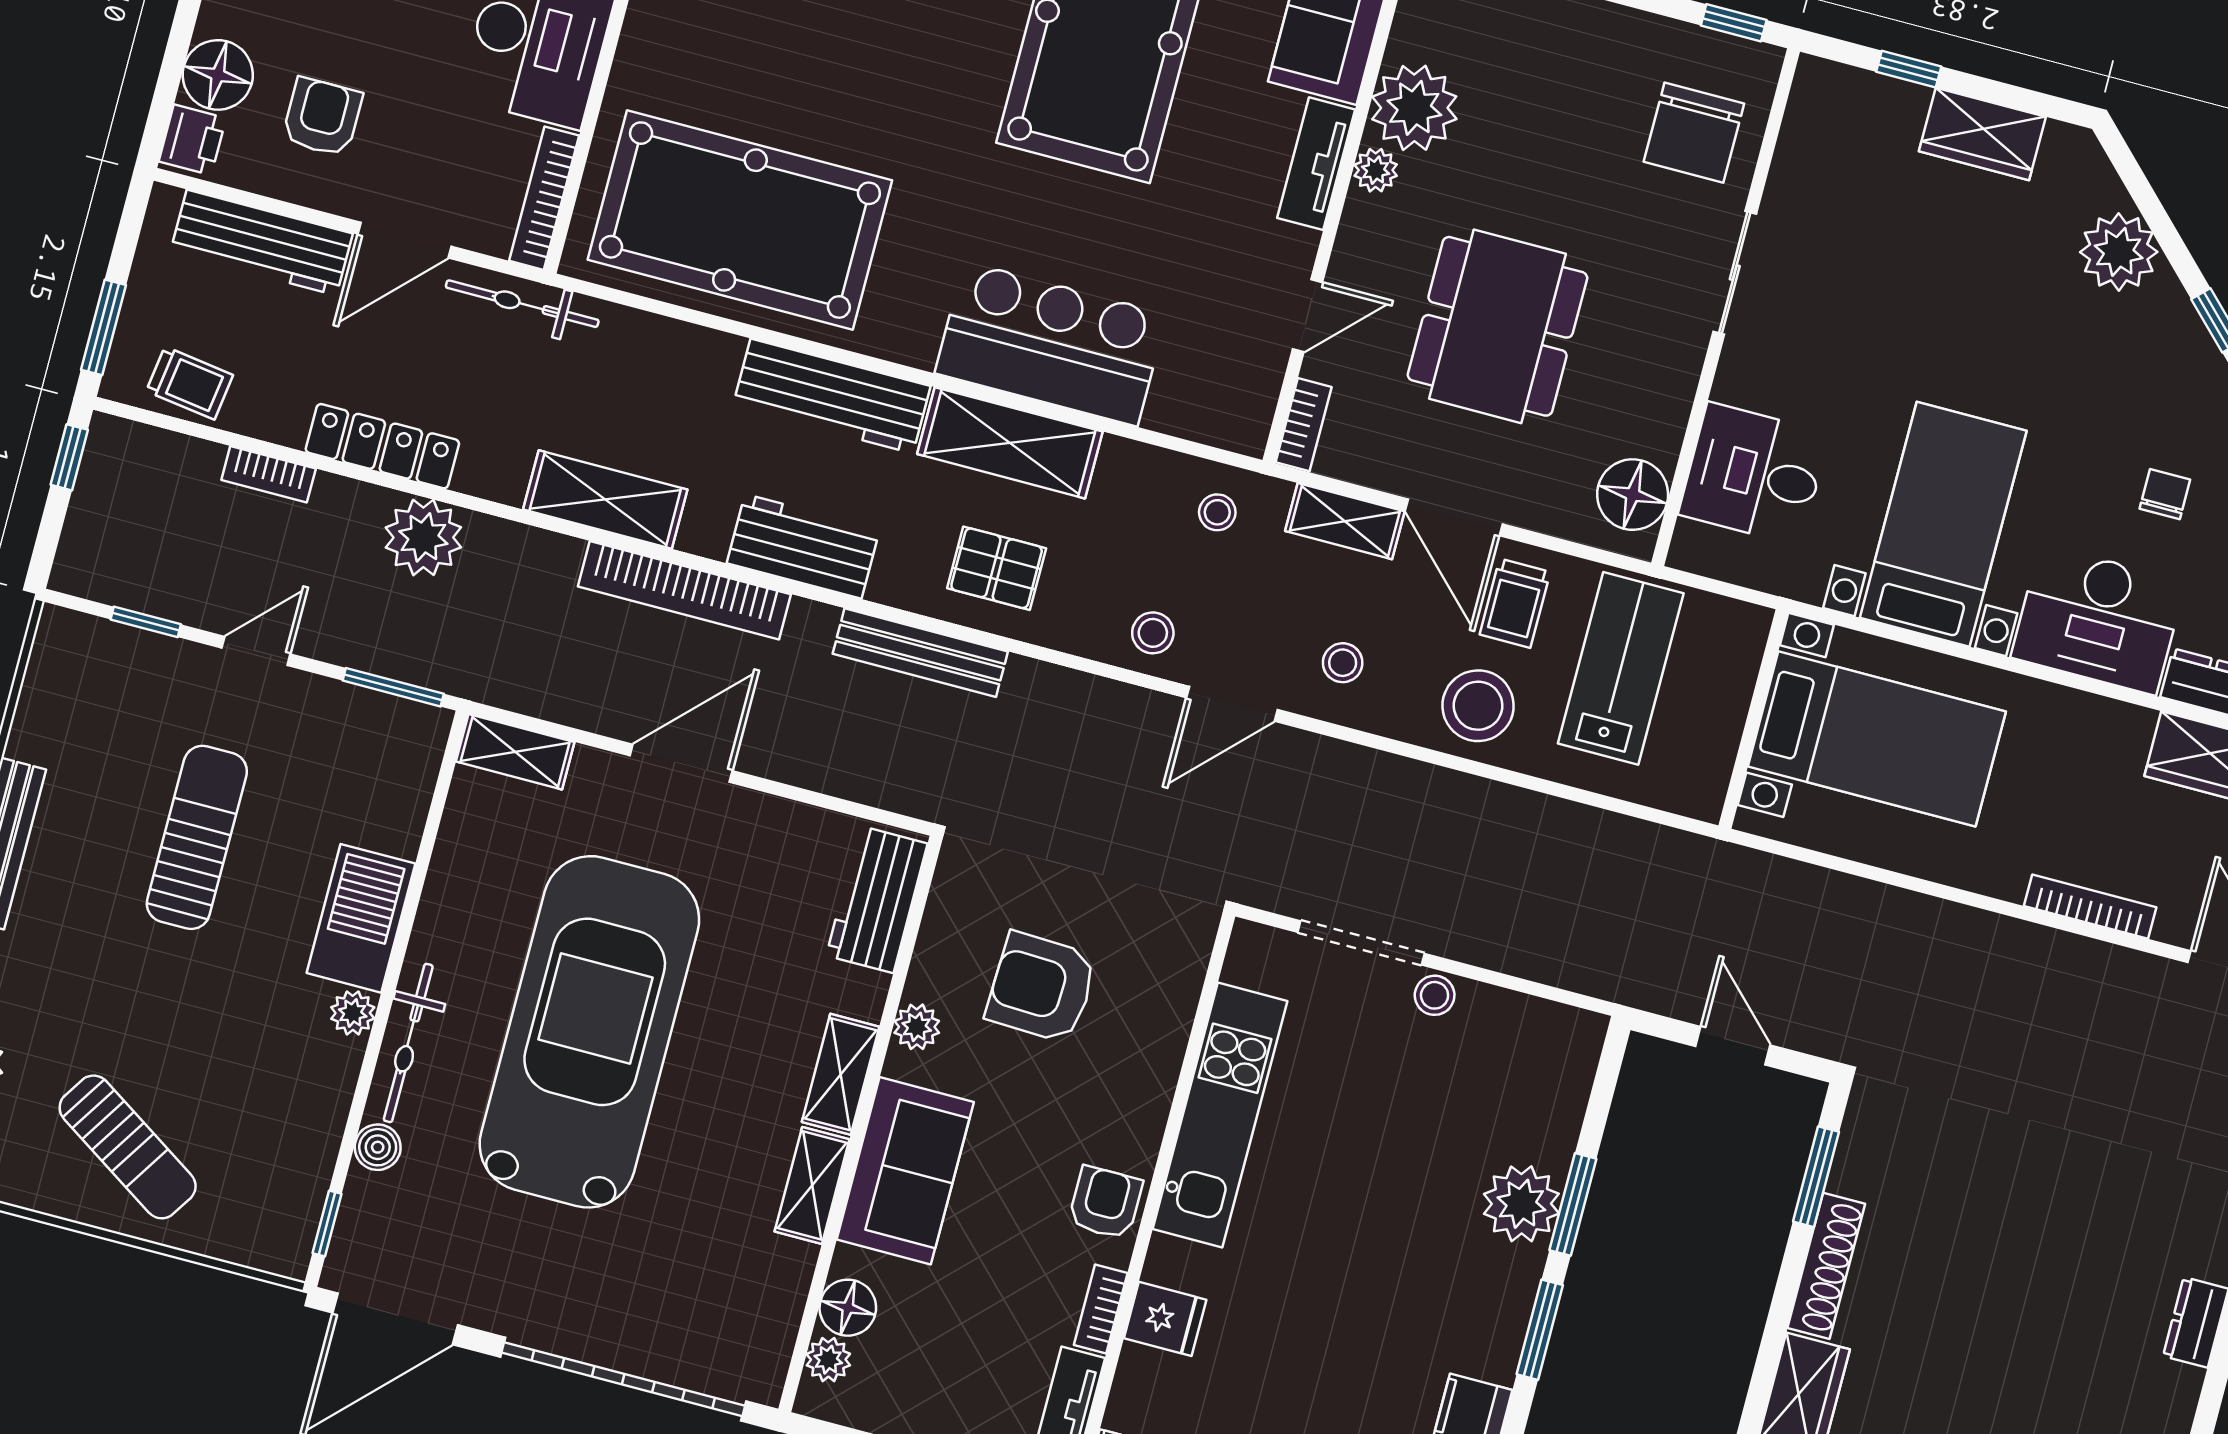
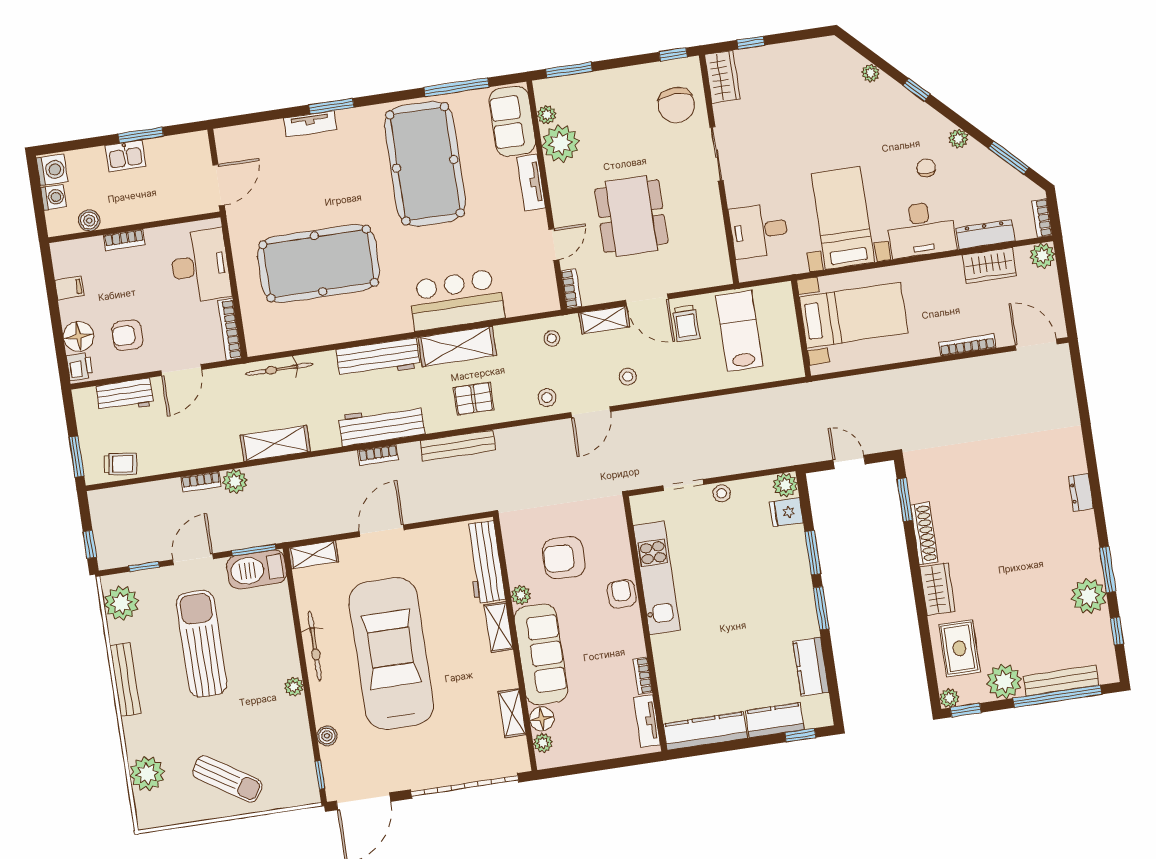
armchair: (322, 117) -> (127, 335), turned -90
wardrobe: (1982, 134) -> (722, 77), moved, turned -90
plant: (1376, 170) -> (547, 115), moved
pool table: (740, 220) -> (319, 264), moved
workbench: (262, 243) -> (125, 396), width x0.73
plant: (2119, 252) -> (871, 73), width x0.53, depth x0.53
bicycle: (522, 304) -> (279, 369), moved
locker: (382, 446) -> (208, 456), removed
window: (69, 457) -> (90, 544), moved
bookcase: (269, 474) -> (201, 482), moved
floor lamp: (1633, 495) -> (714, 260), removed
shelving: (605, 499) -> (275, 443), moved
plant: (423, 537) -> (235, 481), width x0.73, depth x0.73
workbench: (803, 546) -> (382, 425), width x1.38
bookcase: (684, 590) -> (378, 455), width x0.43, depth x0.76
door: (256, 651) -> (193, 559), width x1.38
plant: (64, 678) -> (121, 603), added
stool: (1478, 706) -> (689, 370), removed
sun lounger: (197, 837) -> (202, 644), width x1.36, depth x1.34
workbench: (877, 900) -> (485, 562), width x1.38
barbecue: (361, 918) -> (257, 569), moved, turned -90
doorway: (1361, 943) -> (683, 485), width x0.73
bicycle: (408, 1043) -> (315, 646), moved
sofa: (905, 1171) -> (541, 654), width x1.36
shelving: (812, 1185) -> (512, 713), moved
armchair: (1105, 1203) -> (622, 594), moved
plant: (1521, 1204) -> (785, 485), moved, width x0.73, depth x0.73
fridge: (1165, 1319) -> (786, 512), moved, turned 180

